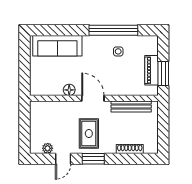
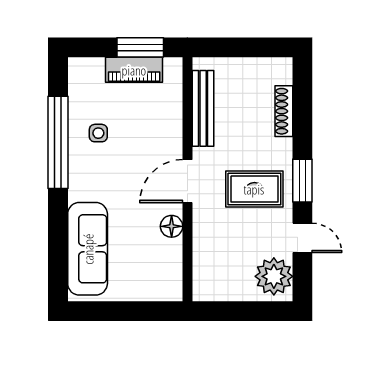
plant: (48, 148) -> (274, 276), width x1.88, depth x1.88

